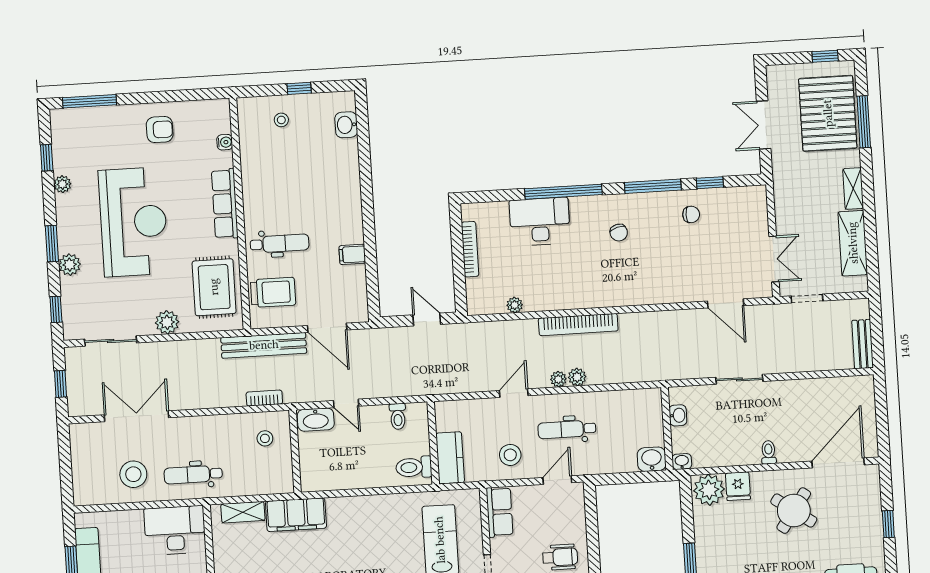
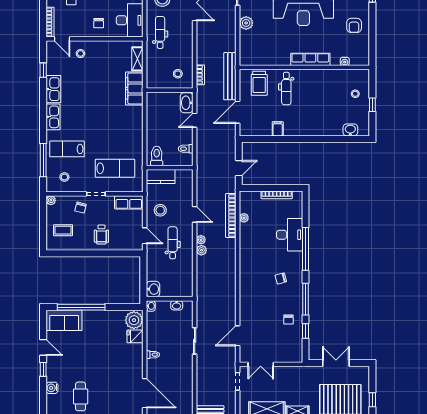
rug: (214, 287) -> (264, 51), removed
bookcase: (578, 325) -> (231, 216), moved
round table: (794, 511) -> (119, 367), removed

